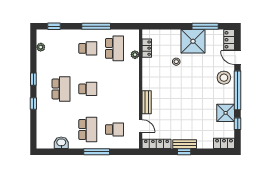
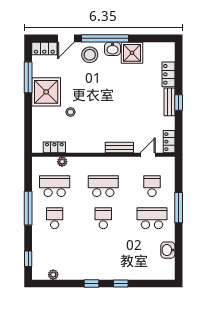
school desk: (61, 89) -> (103, 186), moved
washbasin: (229, 97) -> (113, 49), added
window: (238, 124) -> (145, 38), removed
locker: (224, 143) -> (169, 74), moved
locker: (156, 144) -> (169, 142), width x0.66

